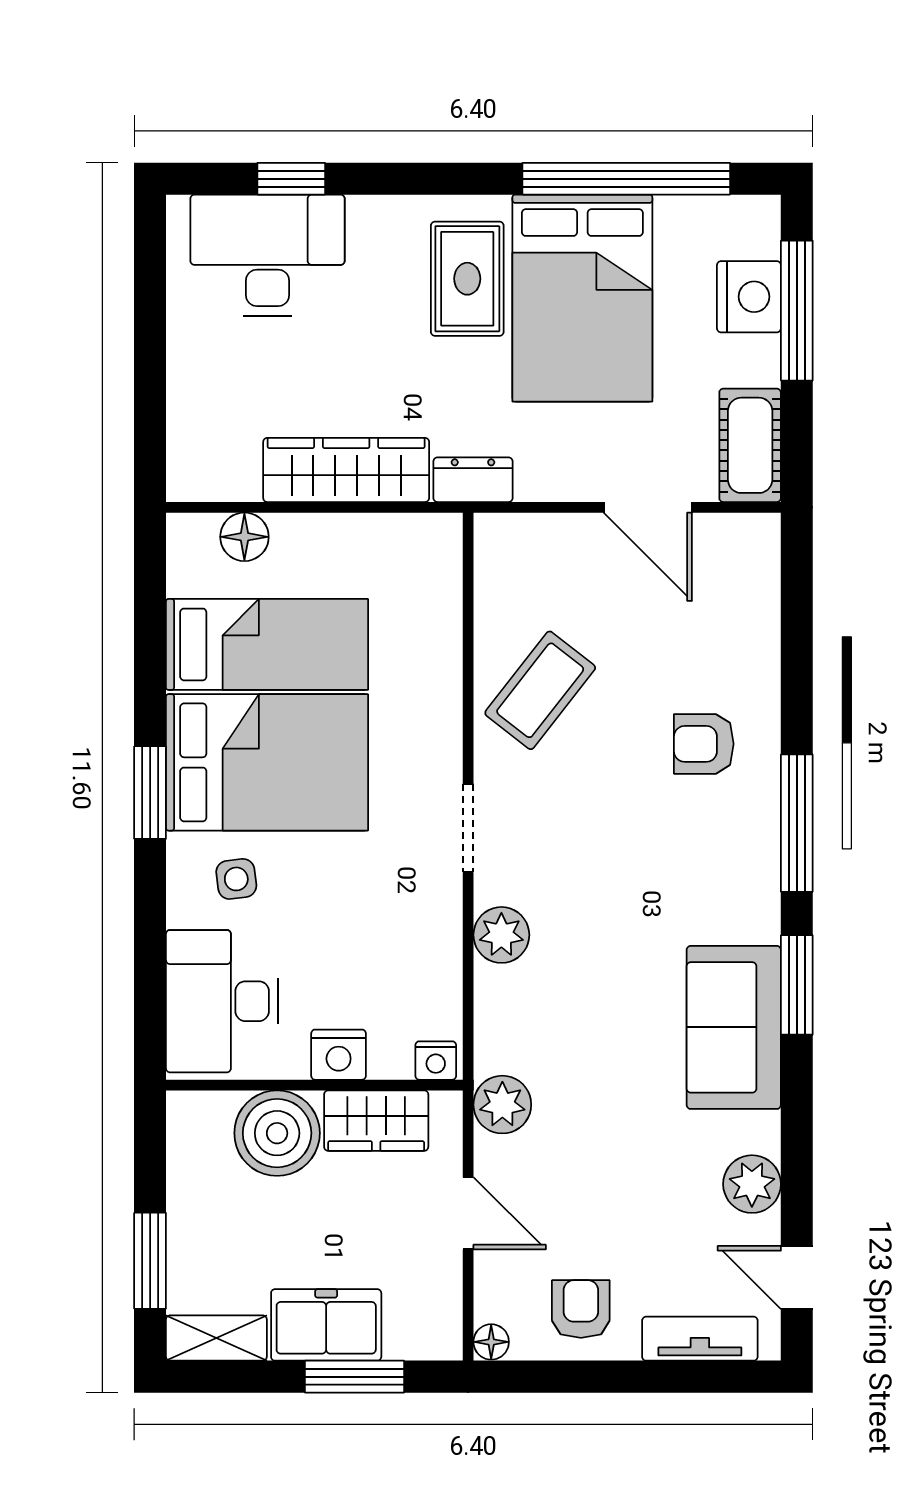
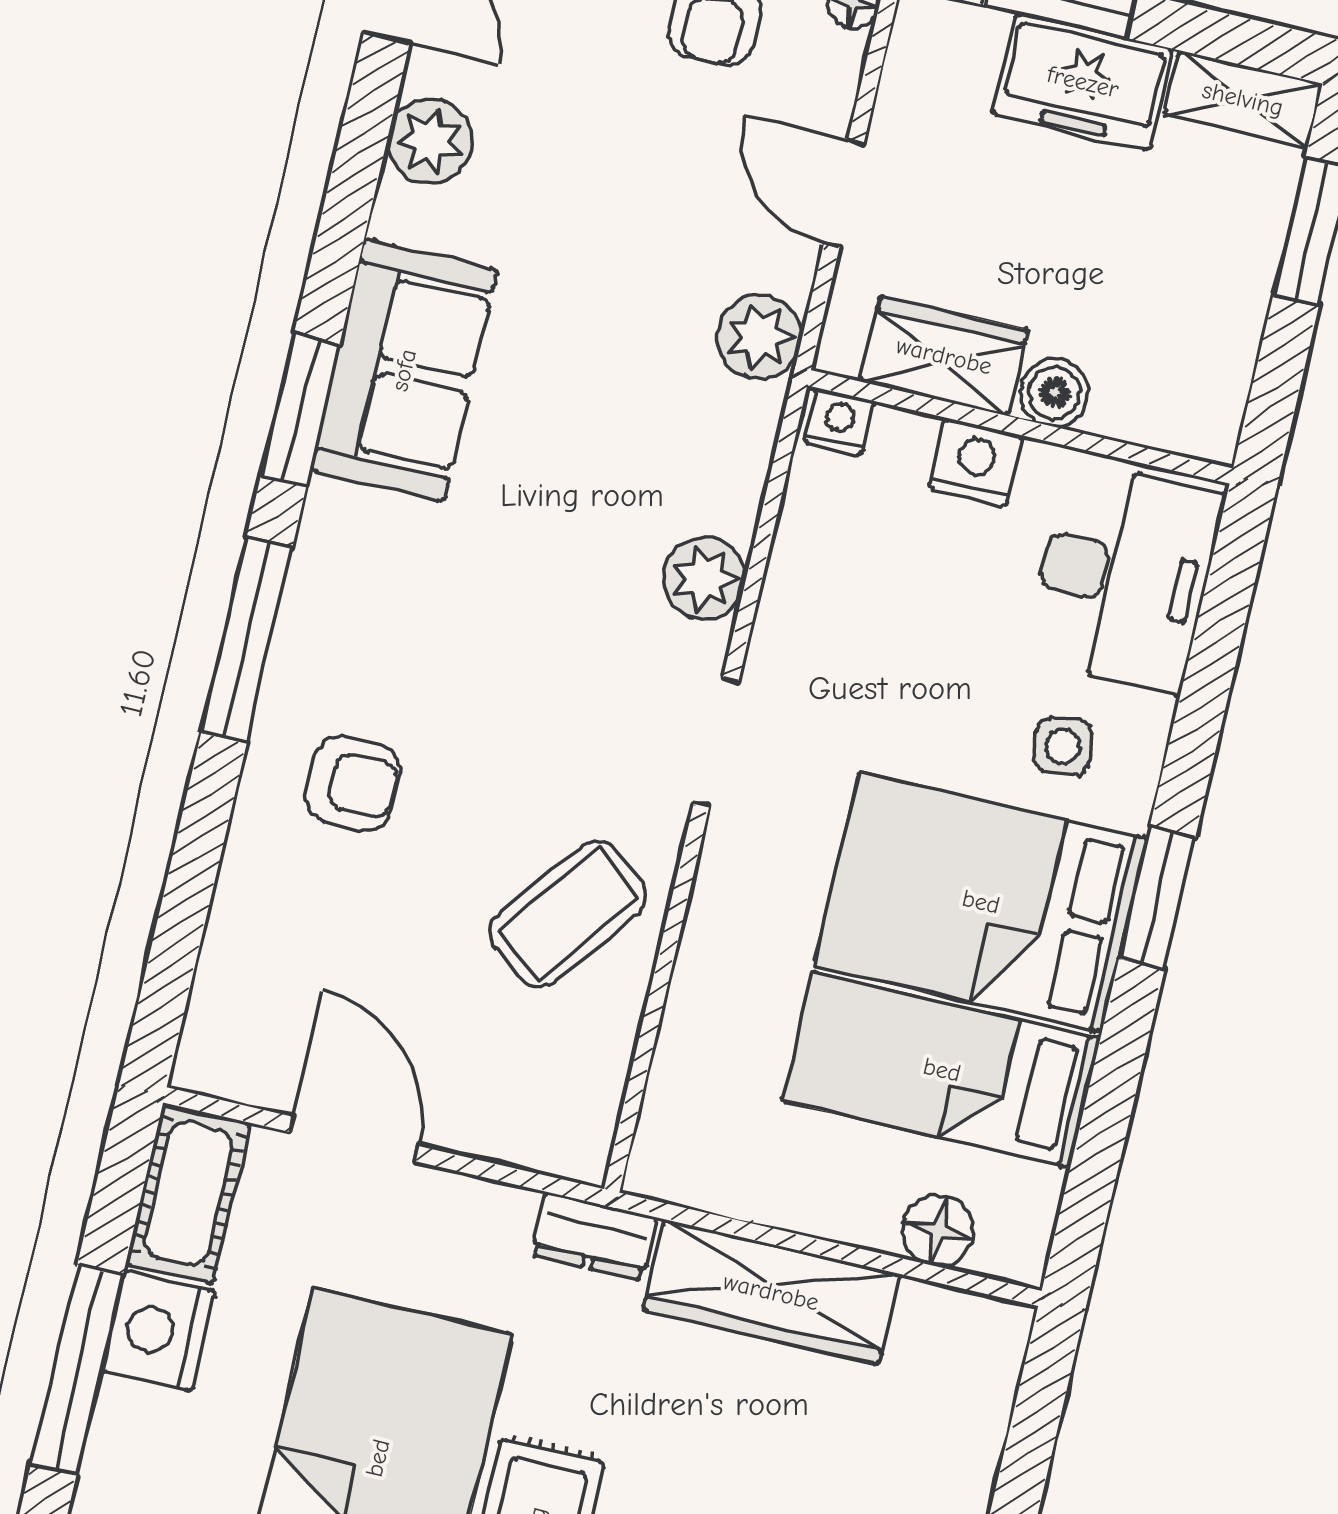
nightstand: (749, 297) -> (158, 1331), moved
boiler: (277, 1133) -> (1054, 393), width x0.54, depth x0.54

